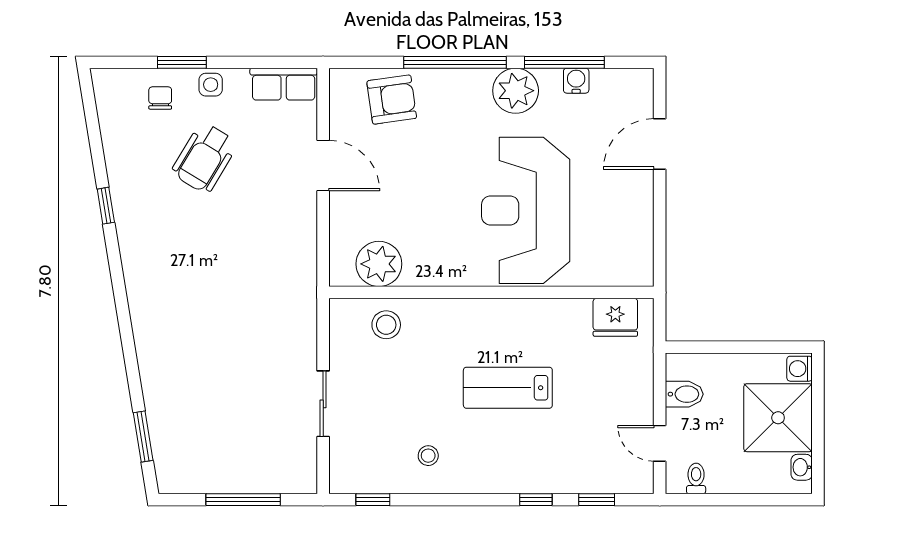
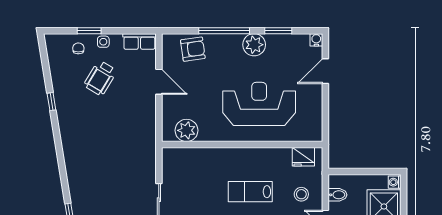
window: (564, 62) -> (278, 31), width x0.69
water cooler: (576, 81) -> (316, 40), moved
reception desk: (526, 210) -> (259, 104), turned 90
stool: (386, 325) -> (301, 194), moved

